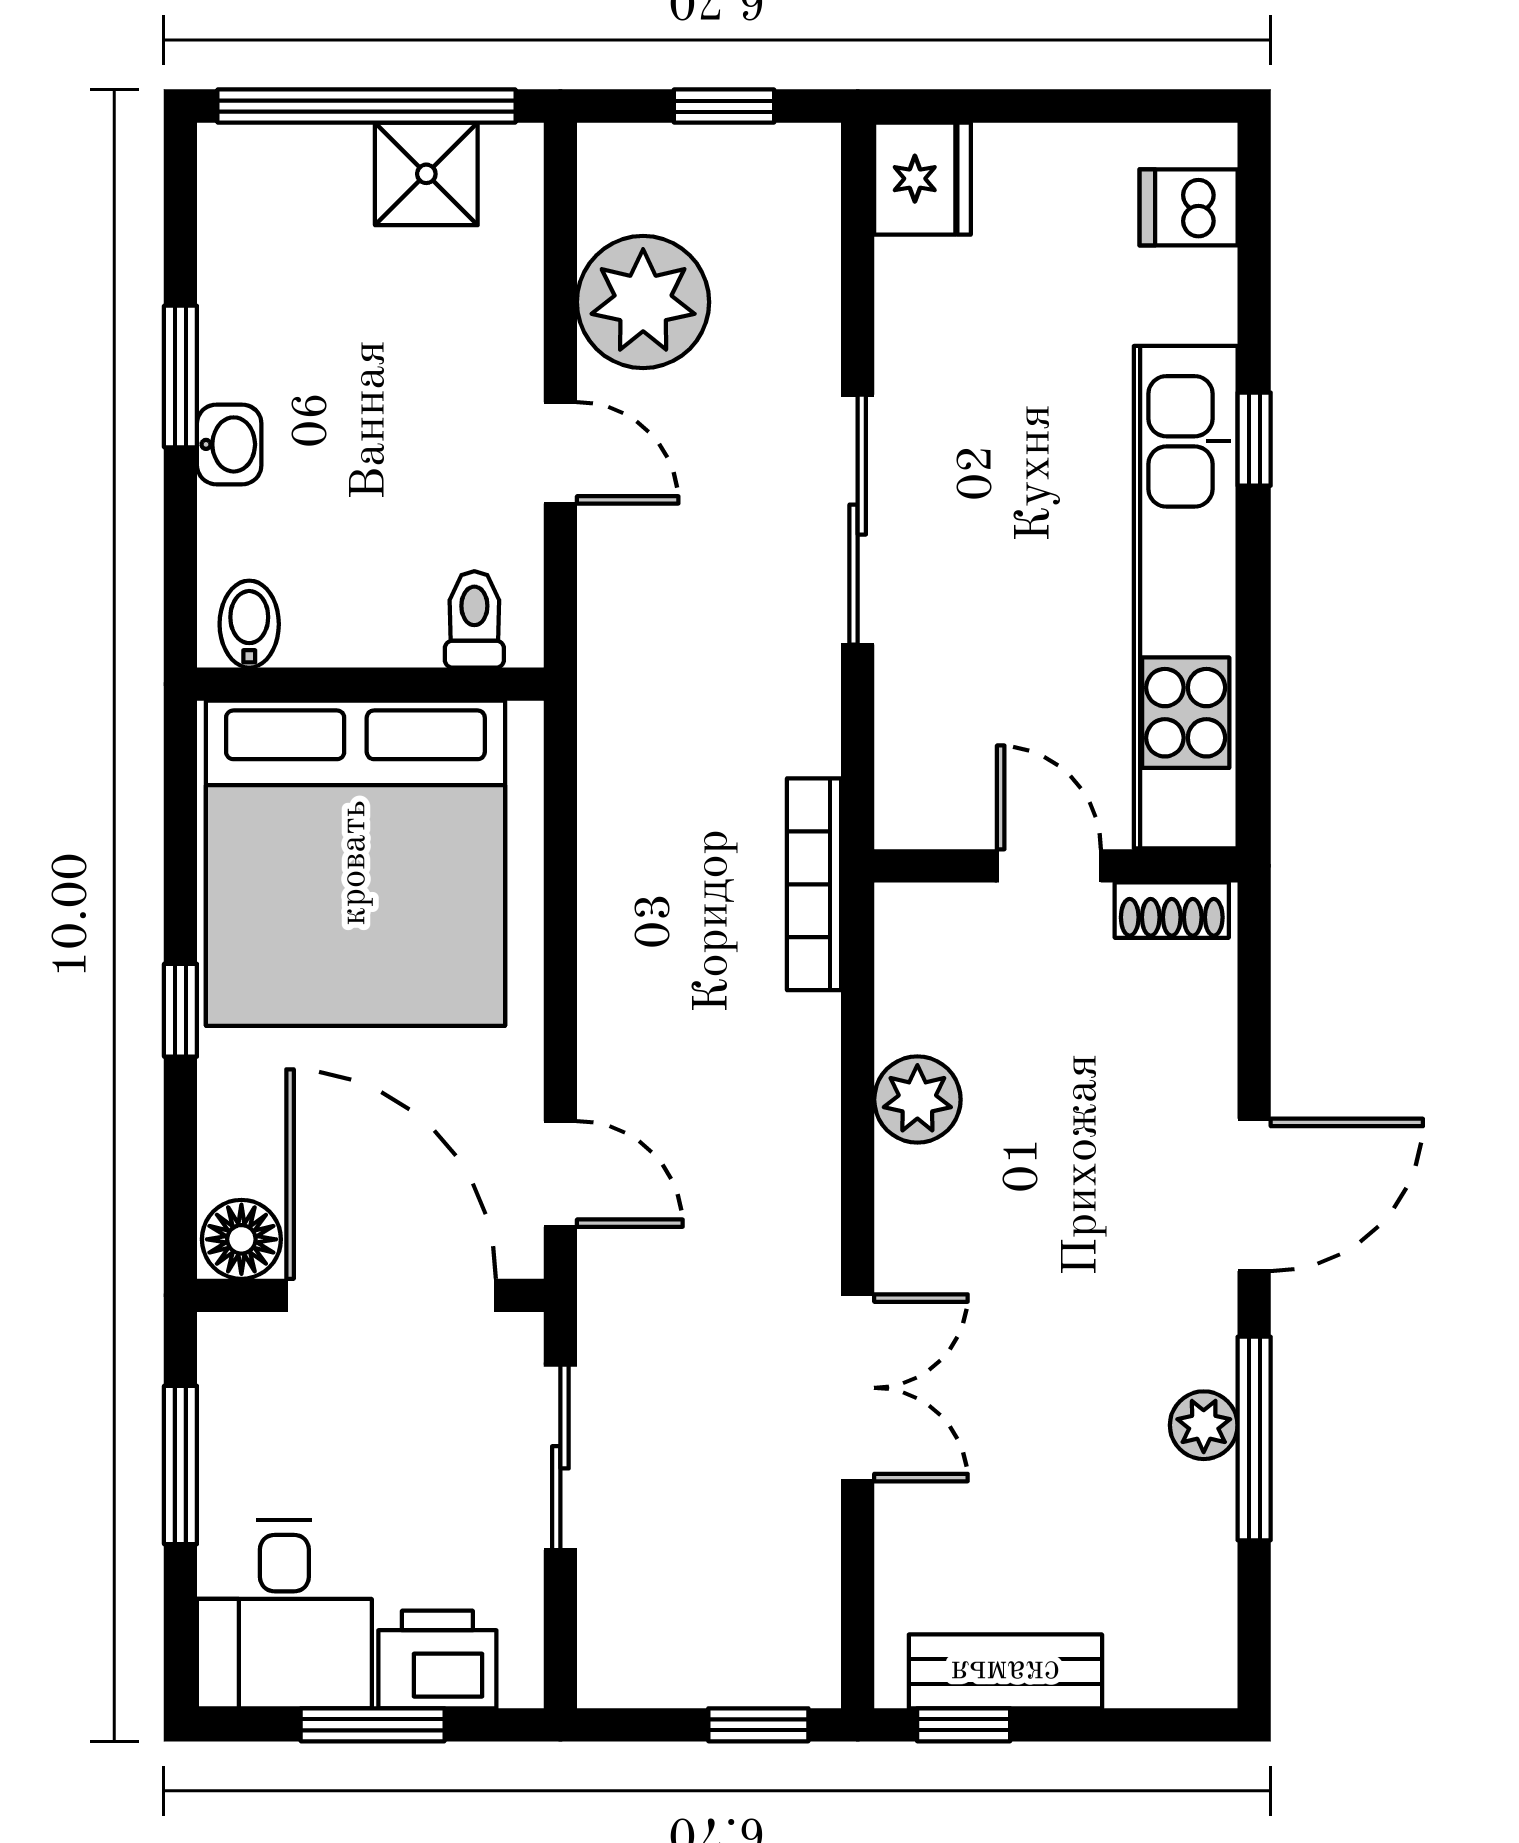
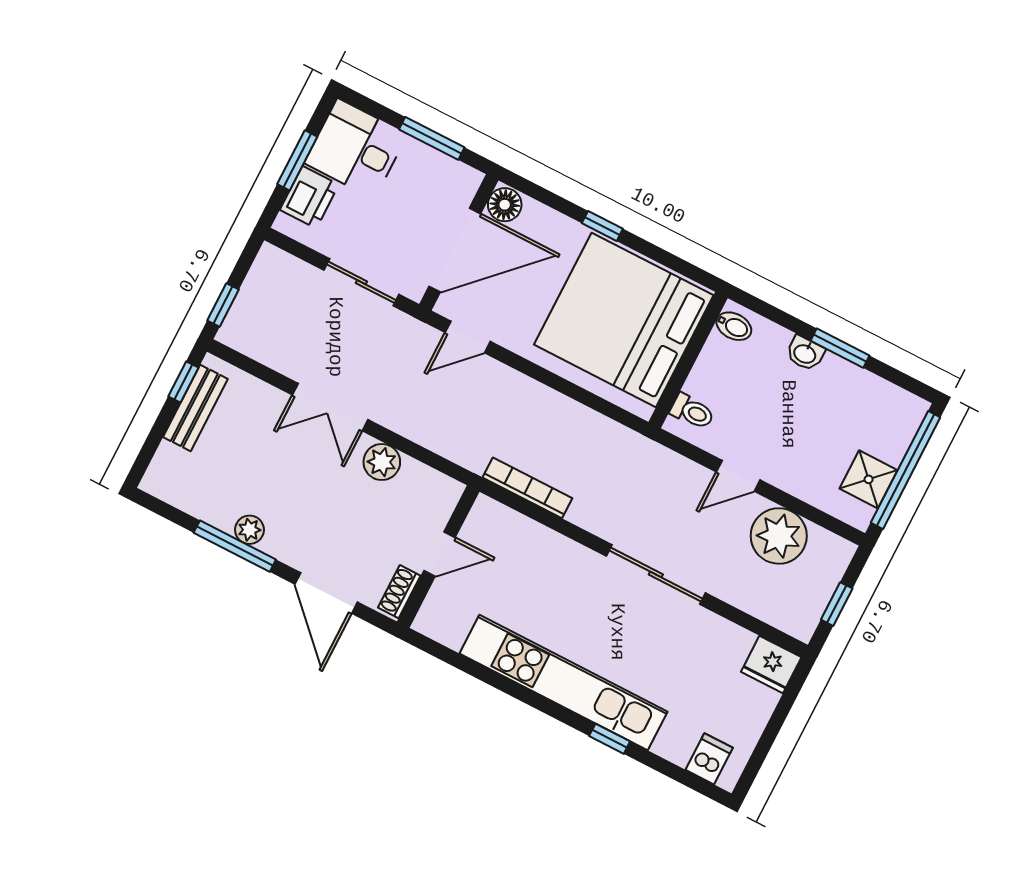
door: (1049, 866) -> (440, 554), moved
wall: (1056, 866) -> (438, 557), moved
shoe rack: (1172, 910) -> (399, 592), moved
plant: (917, 1100) -> (382, 462), moved

